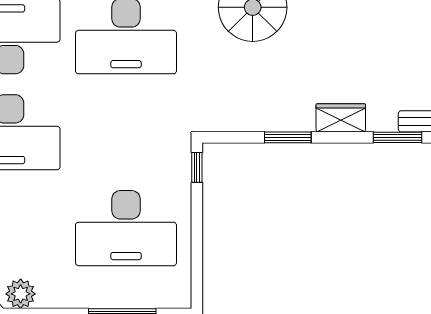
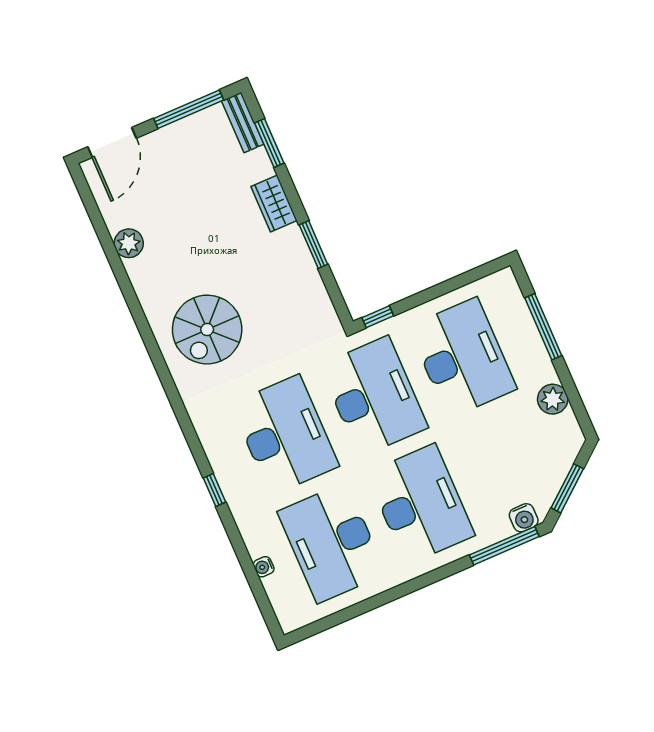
desk: (126, 132) -> (374, 396), added
plant: (21, 294) -> (553, 399), moved

